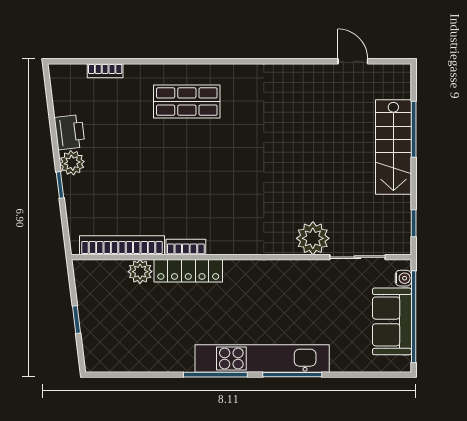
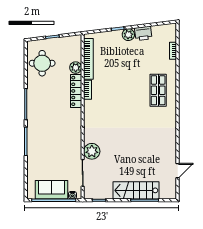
round table: (131, 341) -> (42, 63), added
kitchen unit: (262, 358) -> (33, 127), removed

